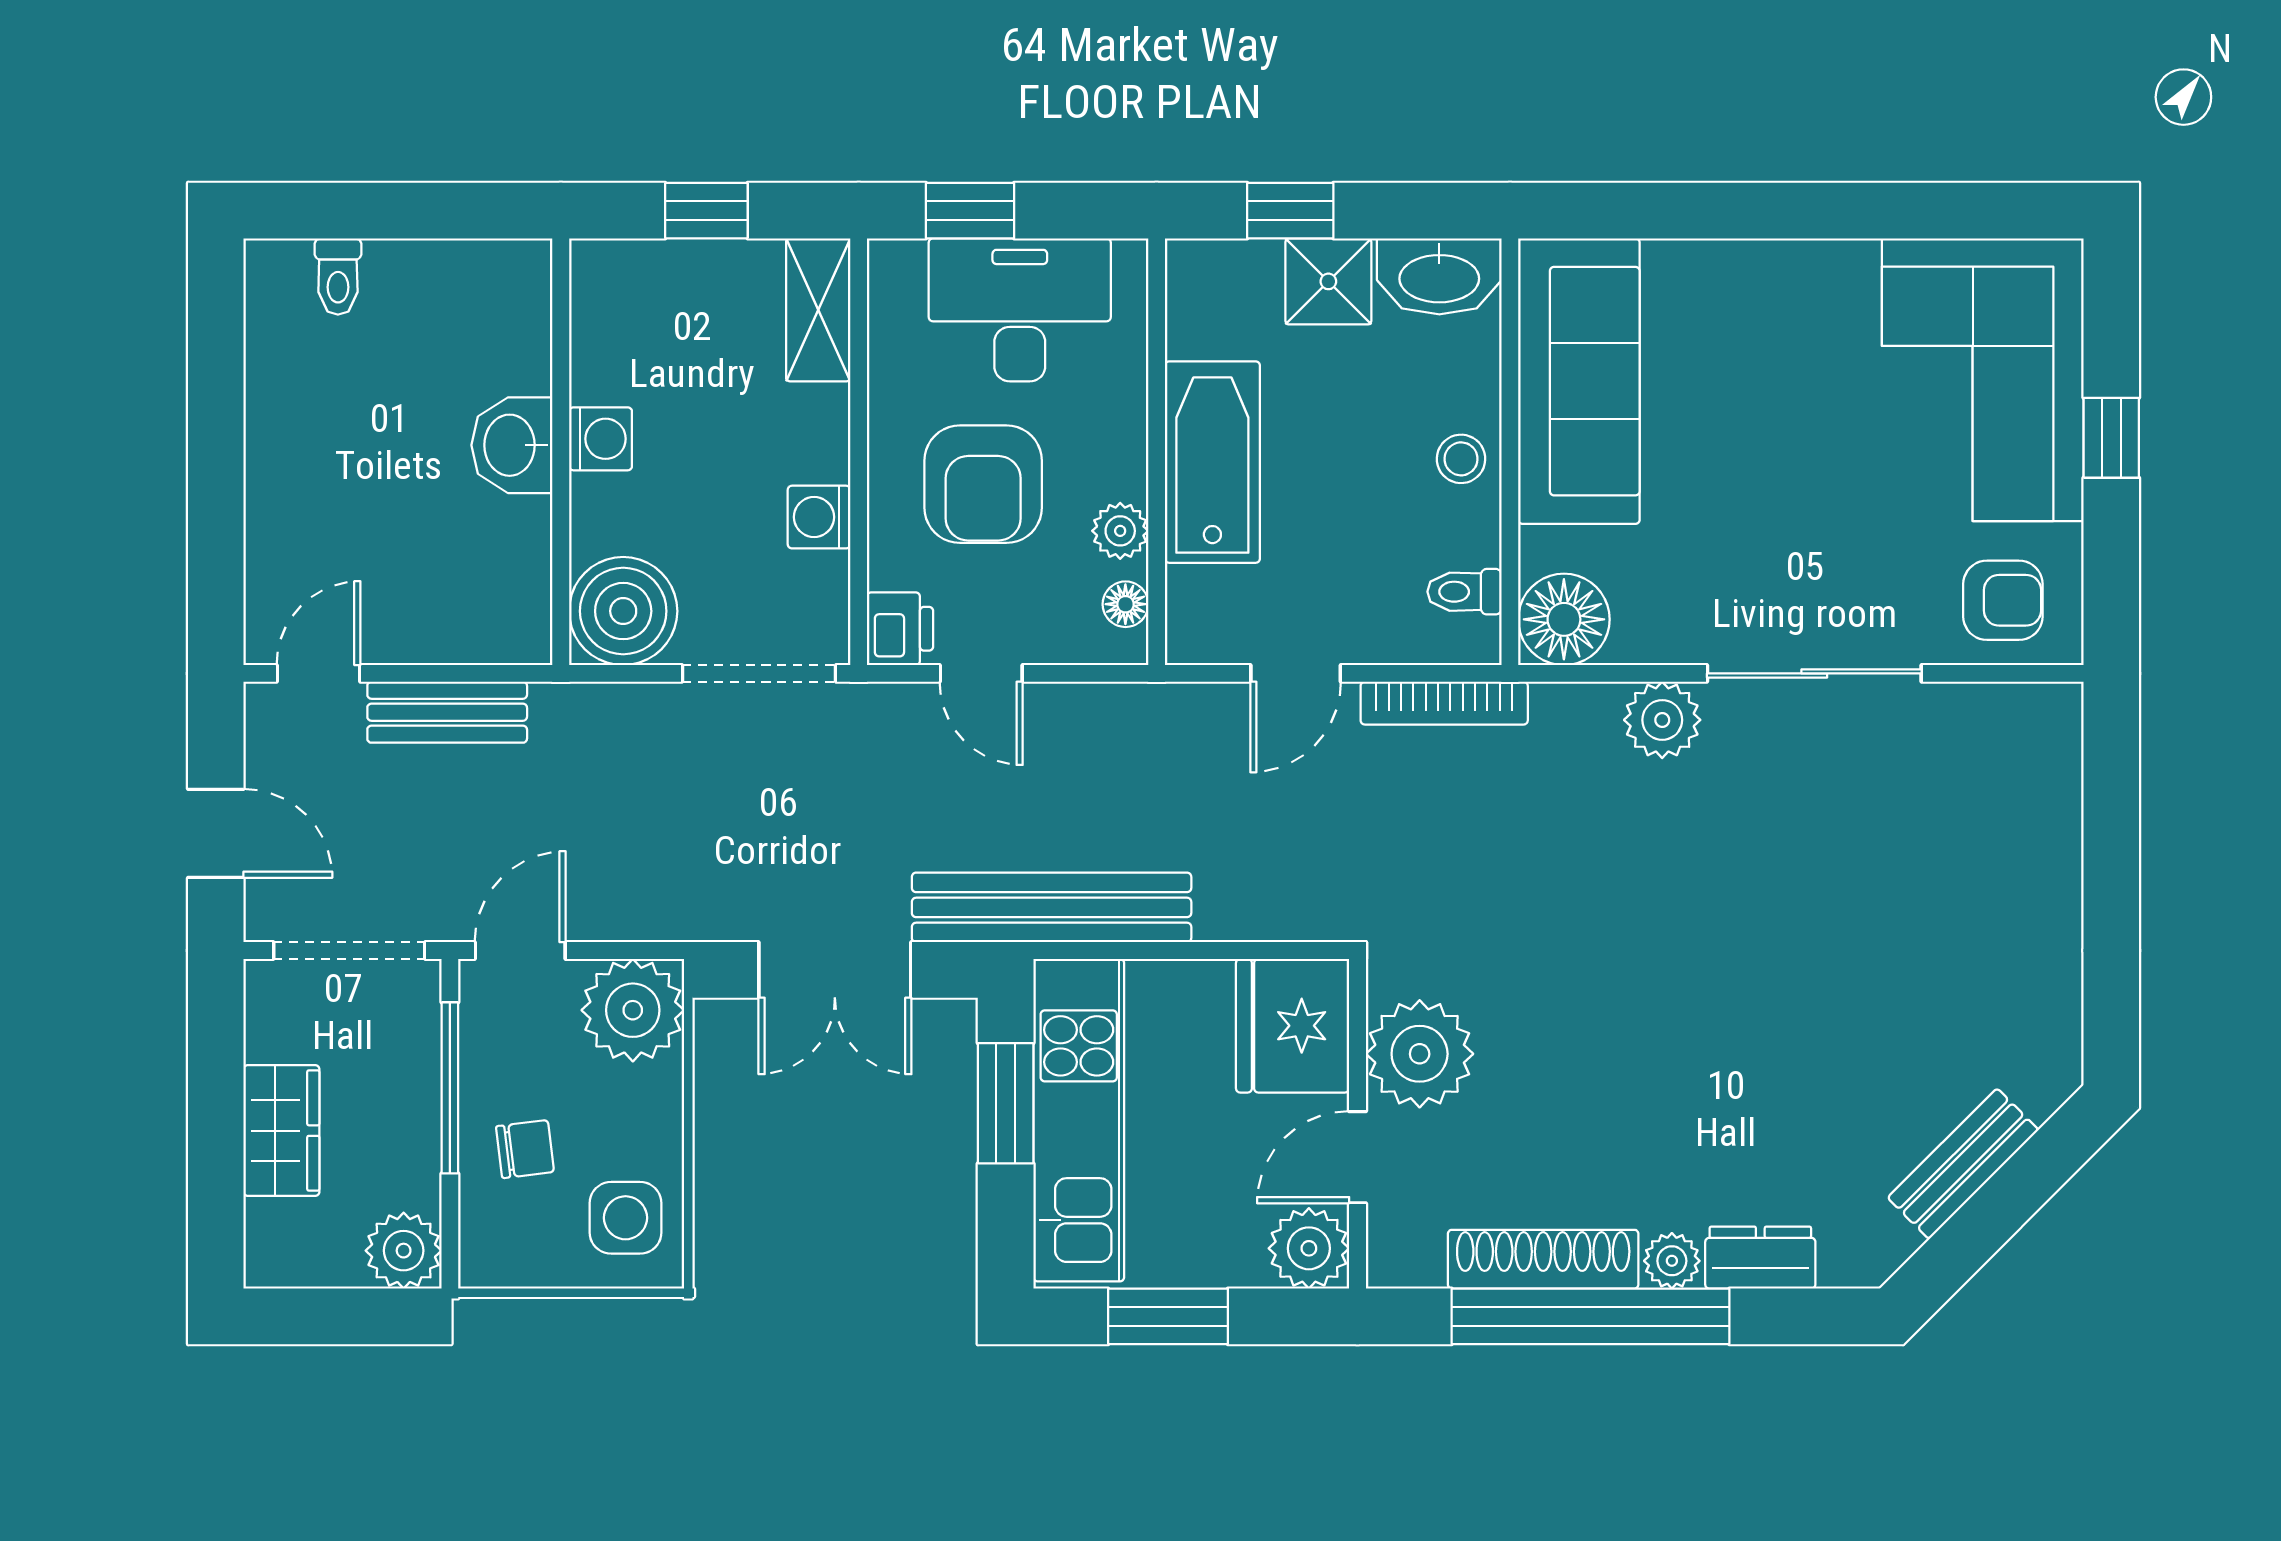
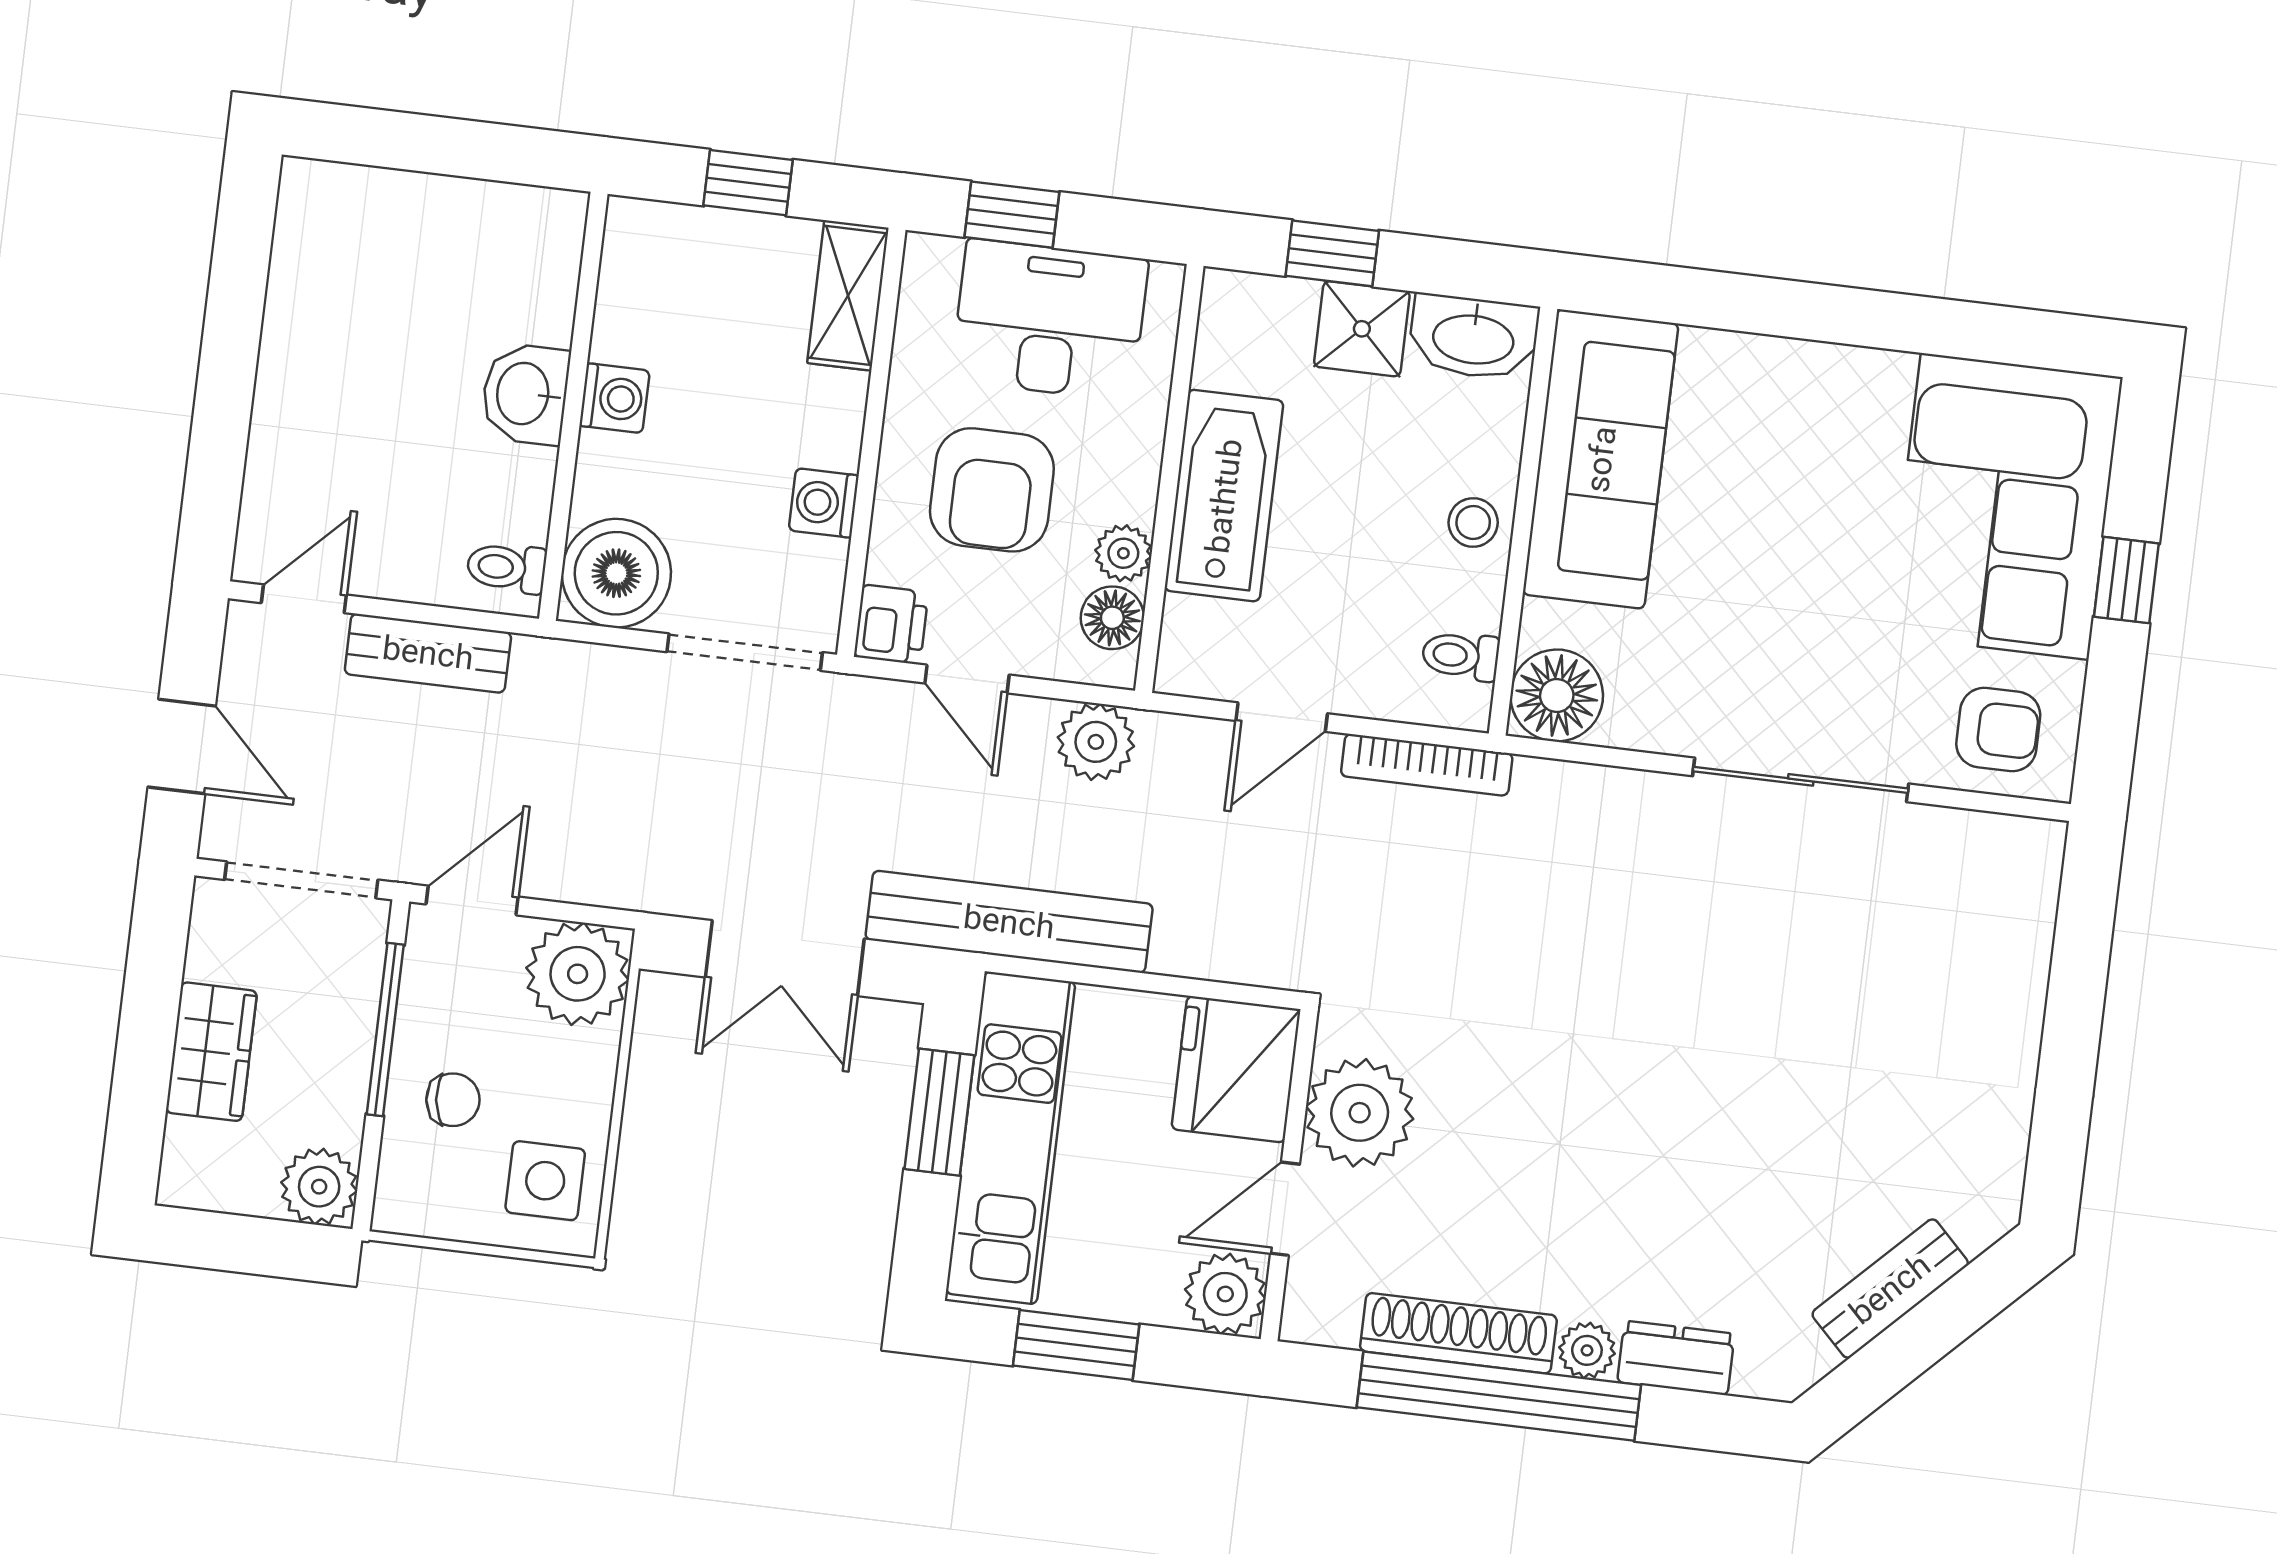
toilet: (338, 276) -> (506, 568), moved, turned 90
floor lamp: (1125, 604) -> (1112, 618), width x1.37, depth x1.37
plant: (1662, 720) -> (1096, 742), moved

